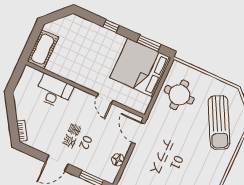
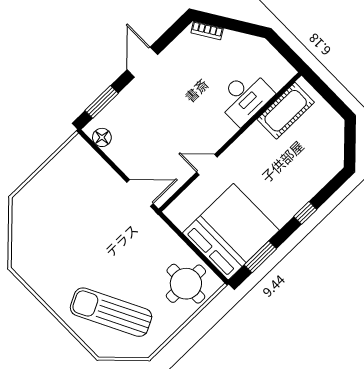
cot: (43, 49) -> (286, 111), moved, turned 90
round table: (179, 95) -> (186, 284), moved
floor lamp: (118, 160) -> (102, 137), moved

